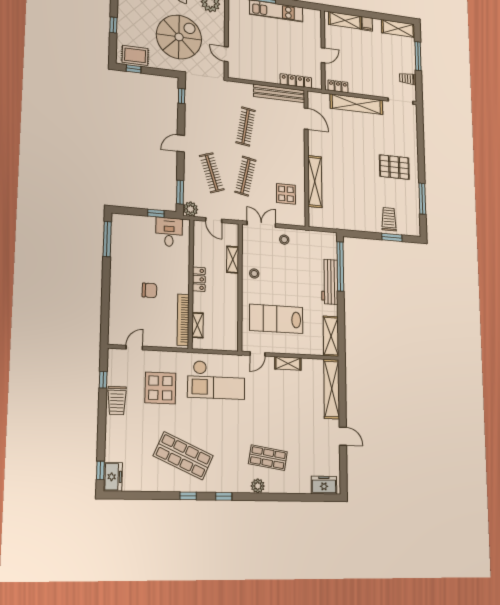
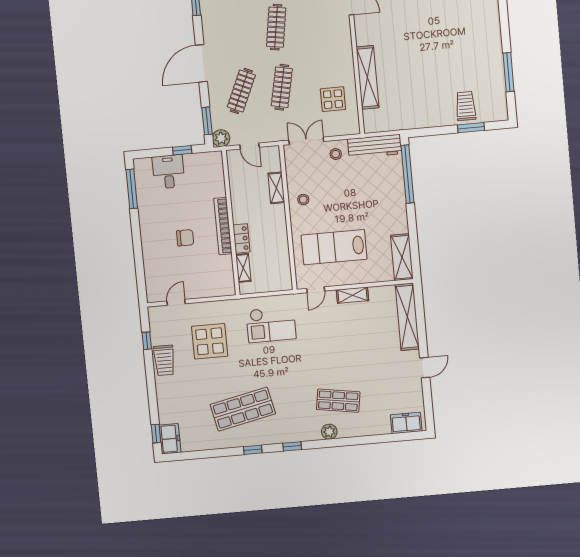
door: (181, 143) -> (201, 63), width x1.88
pallet: (394, 167) -> (469, 39), removed
clothes rail: (212, 173) -> (241, 91), turned 42
desk: (169, 232) -> (168, 172), moved
locker: (199, 279) -> (241, 238), moved
workbench: (330, 282) -> (375, 146), moved, turned -90
bookcase: (183, 320) -> (223, 226), moved
checkout: (216, 380) -> (271, 324), width x0.73, depth x0.83
door: (343, 436) -> (425, 368), hinge flipped
shop shelf: (183, 456) -> (243, 409), turned -36

